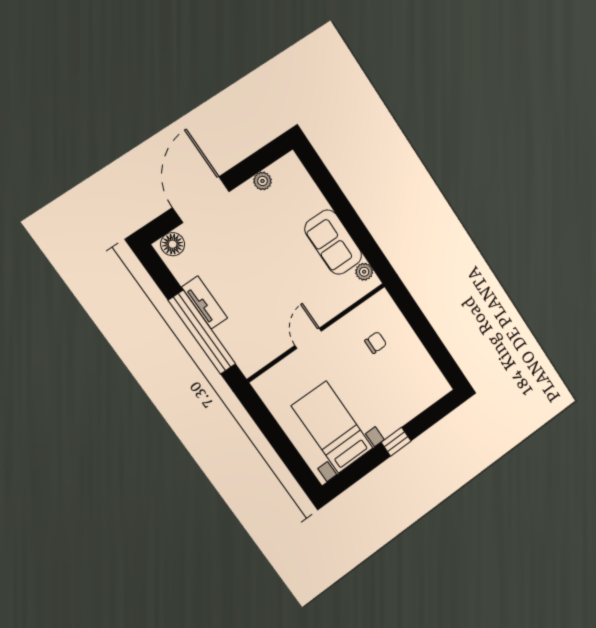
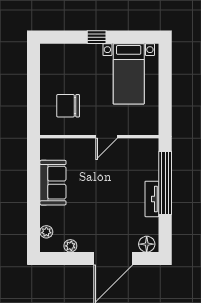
plant: (364, 272) -> (46, 232), moved
chair: (376, 343) -> (68, 106), width x1.87, depth x1.87

